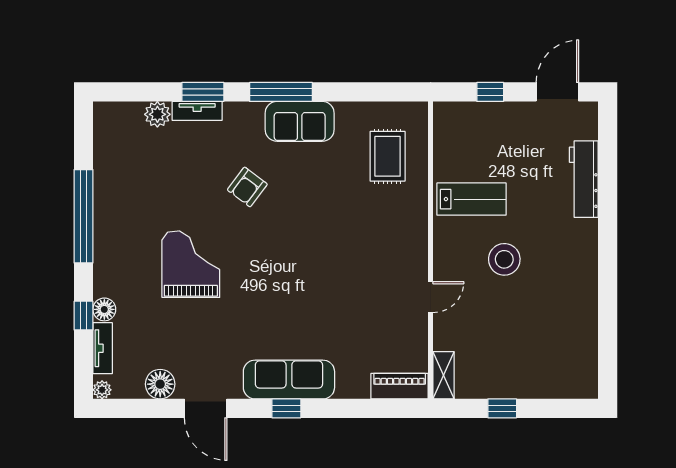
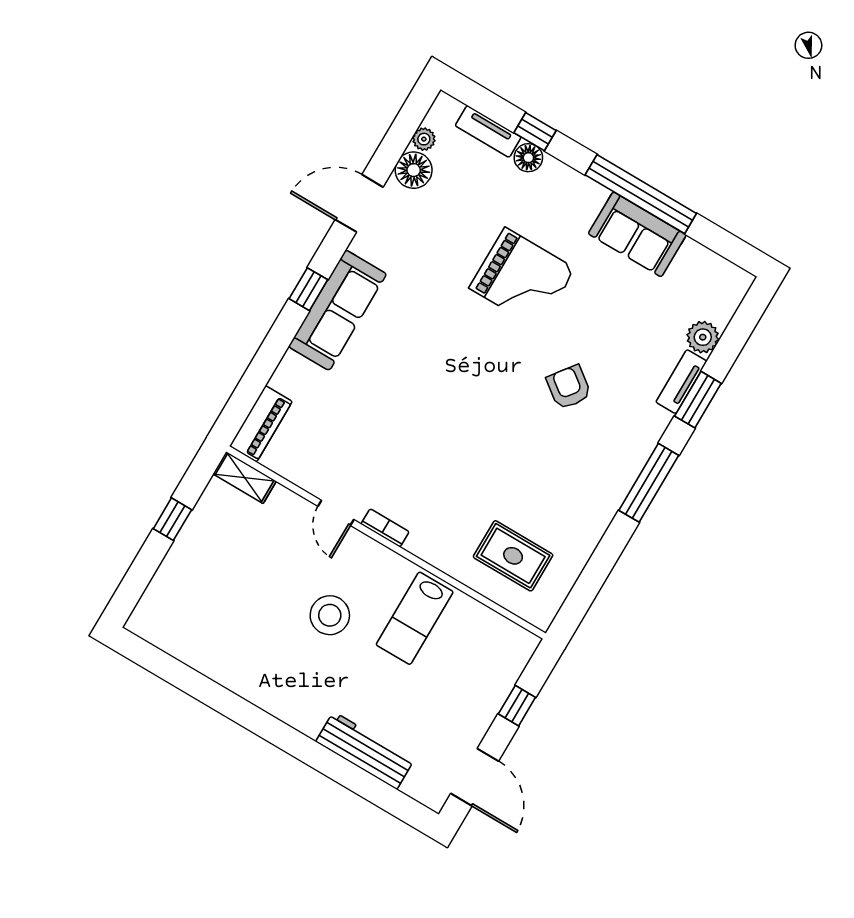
sofa: (300, 121) -> (637, 234), moved, turned -90
bookcase: (421, 257) -> (385, 528), added
plant: (102, 390) -> (424, 139), moved

